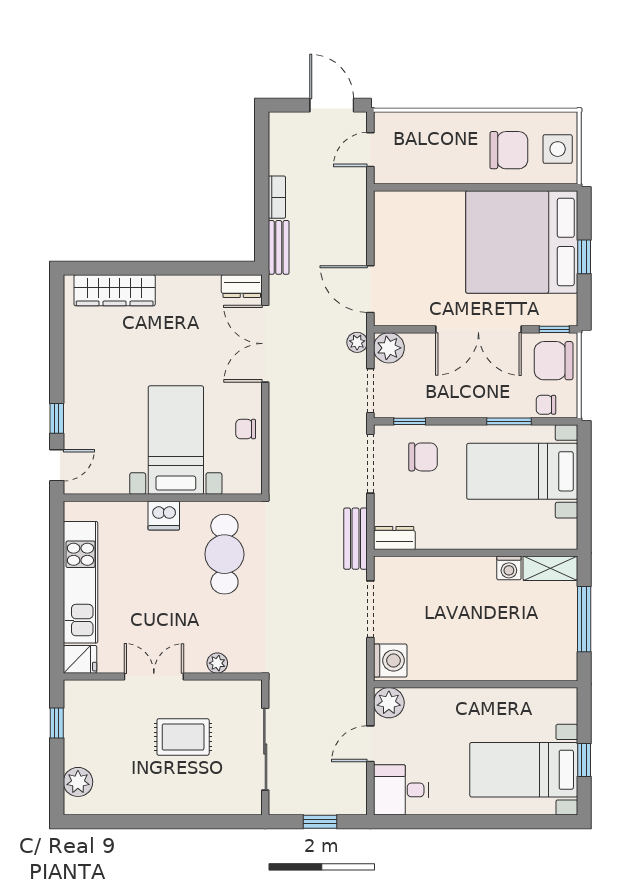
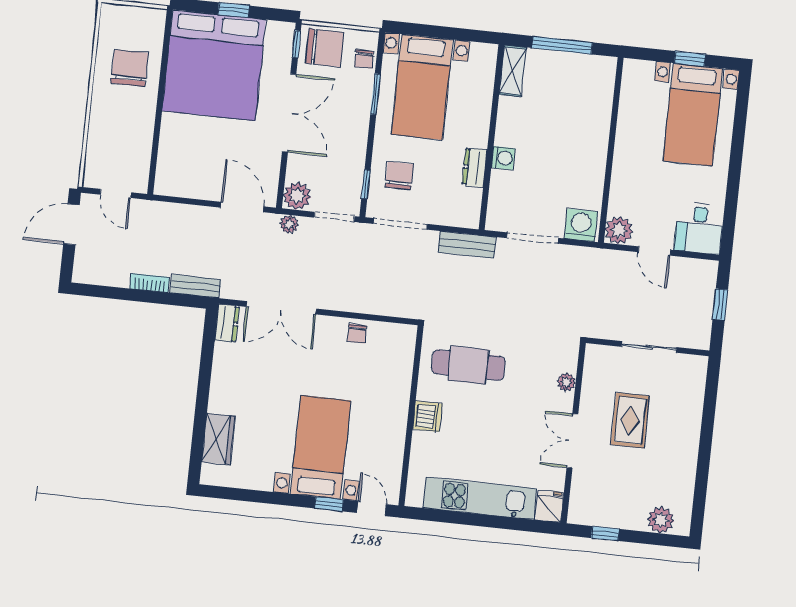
side table: (558, 149) -> (133, 24), removed
door: (370, 289) -> (242, 207), swing flipped
wardrobe: (115, 290) -> (218, 439), width x0.67
chair: (554, 361) -> (325, 48), turned -90
bed with nightstands: (176, 440) -> (321, 447), moved, turned 90
dresser: (394, 538) -> (475, 167), moved
washing machine: (509, 568) -> (503, 158), moved
sliding door: (265, 749) -> (649, 347), width x0.73

